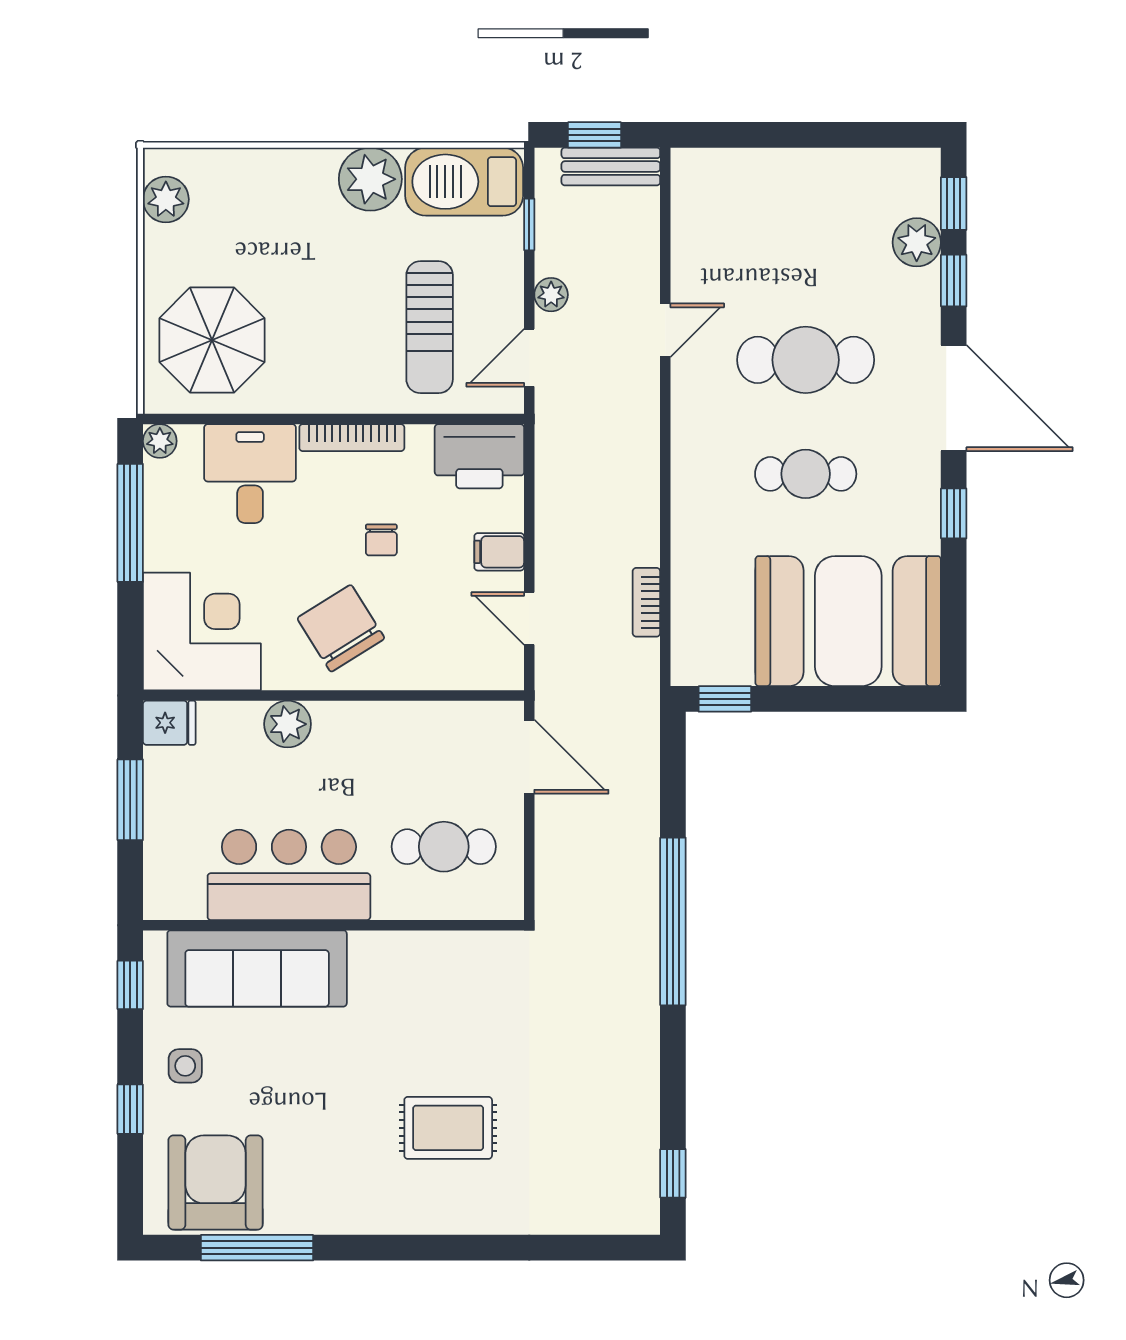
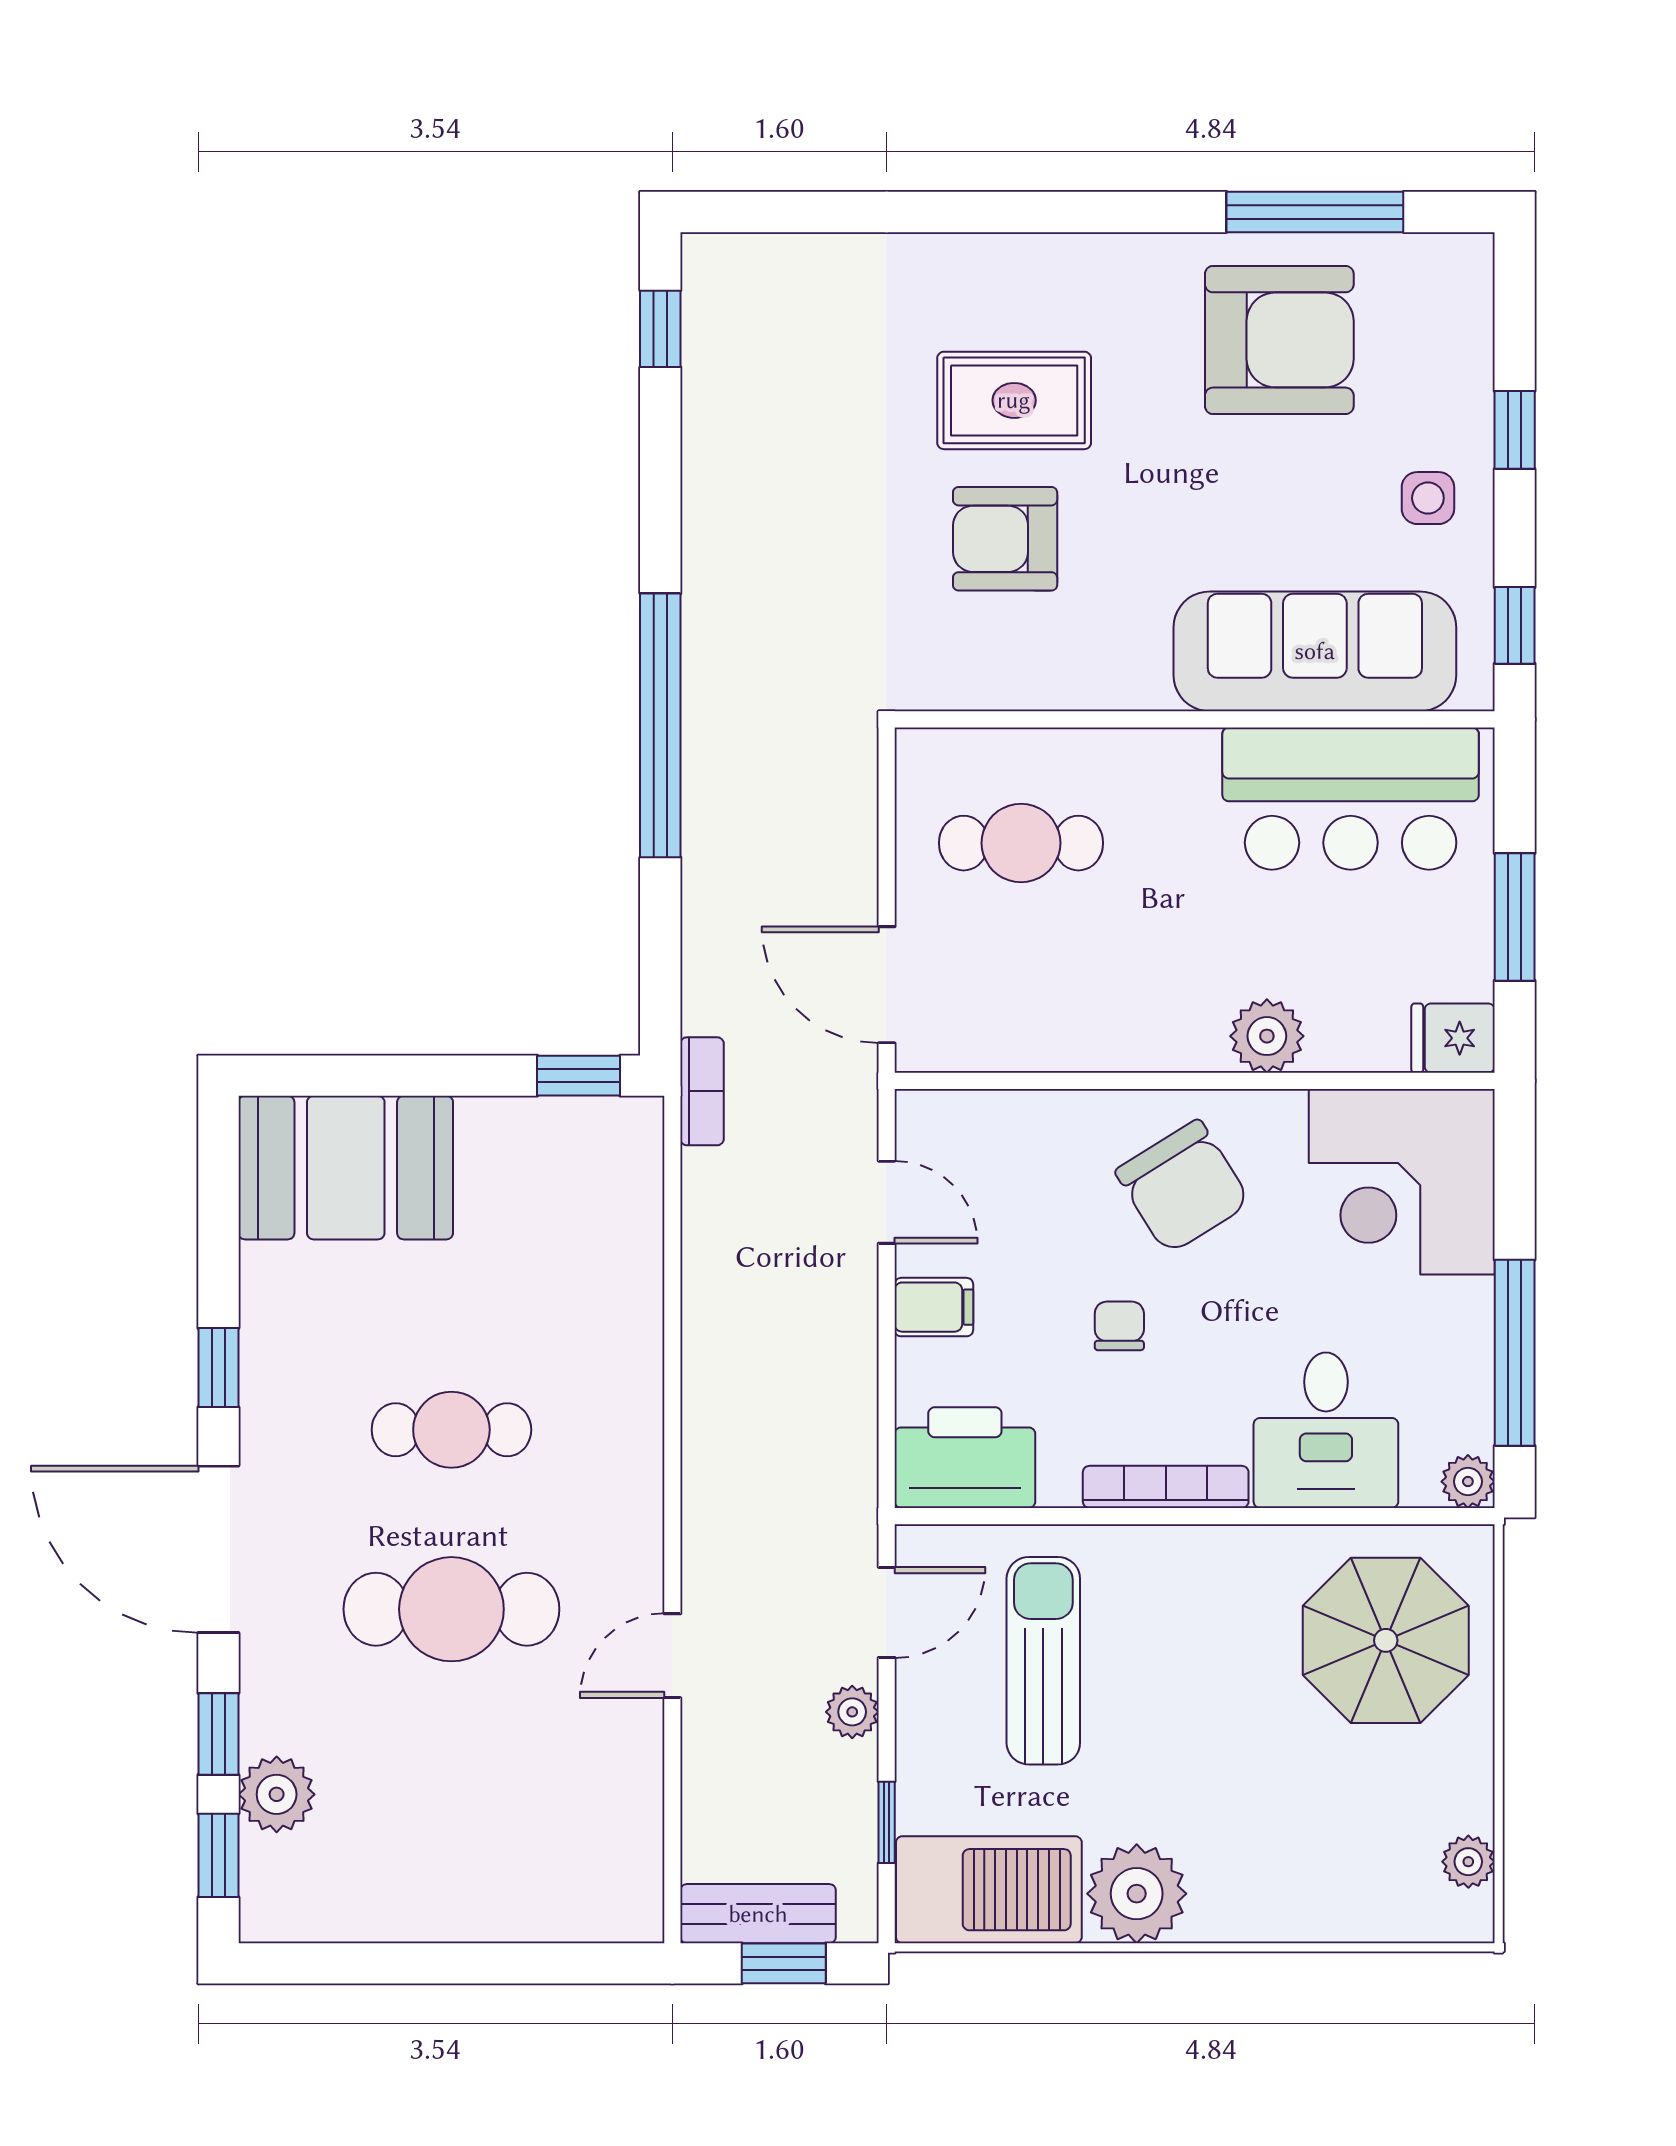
plant: (166, 199) -> (1468, 1862), width x0.73, depth x0.73
bookcase: (646, 602) -> (702, 1091), moved
booth: (848, 621) -> (346, 1168), width x0.73, depth x0.70
bar counter: (289, 875) -> (1351, 799), moved
armchair: (454, 1040) -> (1005, 539), added
armchair: (216, 1183) -> (1279, 340), moved, turned -90

